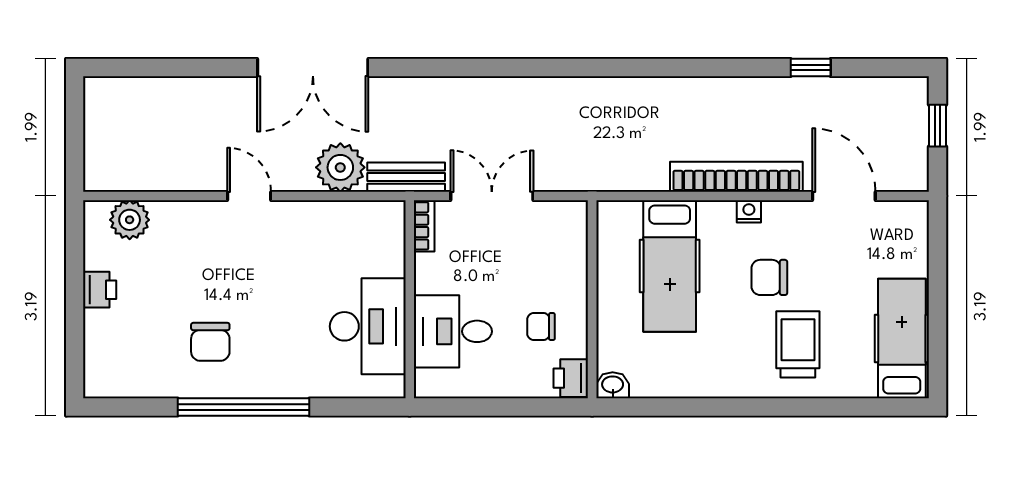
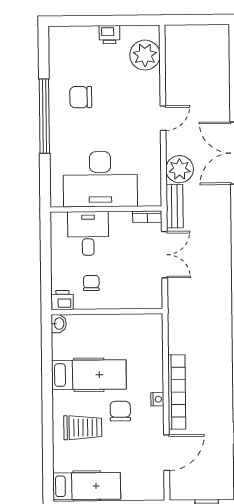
plant: (130, 220) -> (145, 55), width x1.36, depth x1.36
hospital bed: (670, 266) -> (89, 375), moved, turned 180
desk: (368, 326) -> (100, 179), width x1.36, depth x1.30

